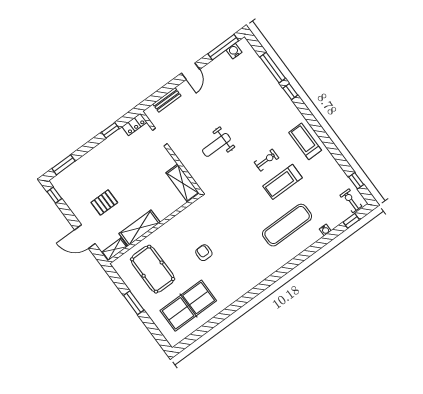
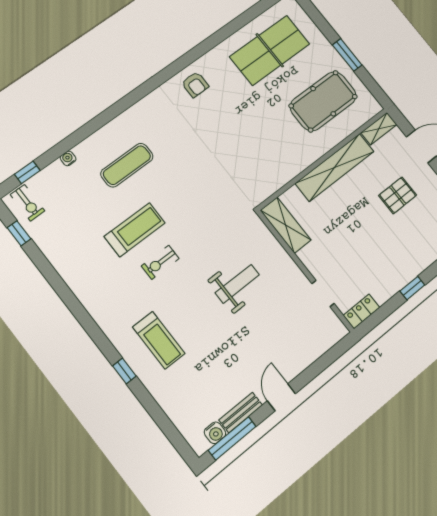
window: (273, 68) -> (153, 409), removed
bench: (167, 100) -> (241, 412), moved
window: (110, 130) -> (412, 288), moved
treadmill: (305, 141) -> (159, 340), moved
exercise mat: (287, 225) -> (127, 165), width x0.73, depth x0.69
shelving: (140, 228) -> (335, 167), width x1.47
armchair: (204, 253) -> (195, 84), moved
pool table: (153, 269) -> (323, 101), turned 90

